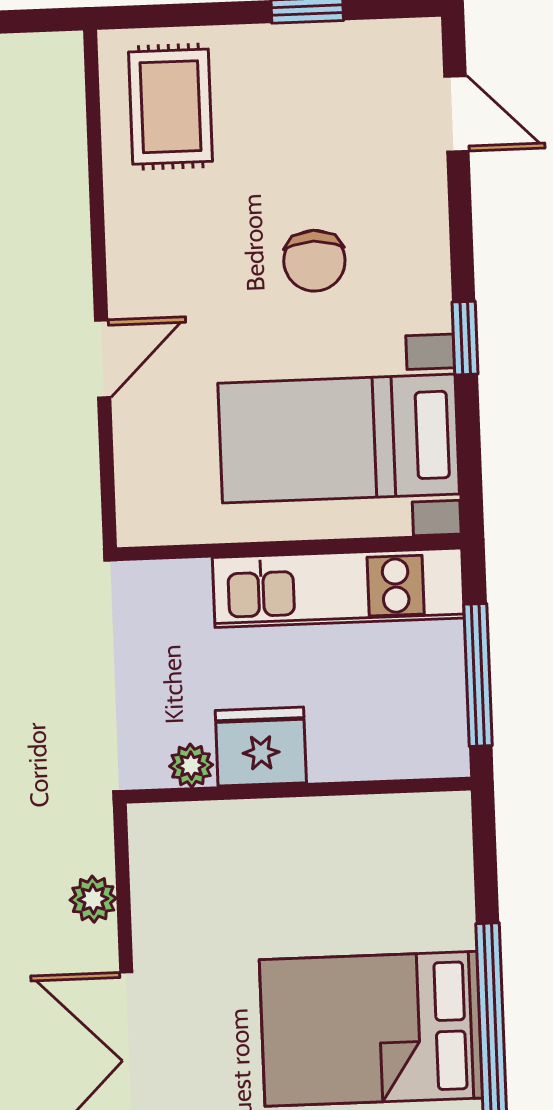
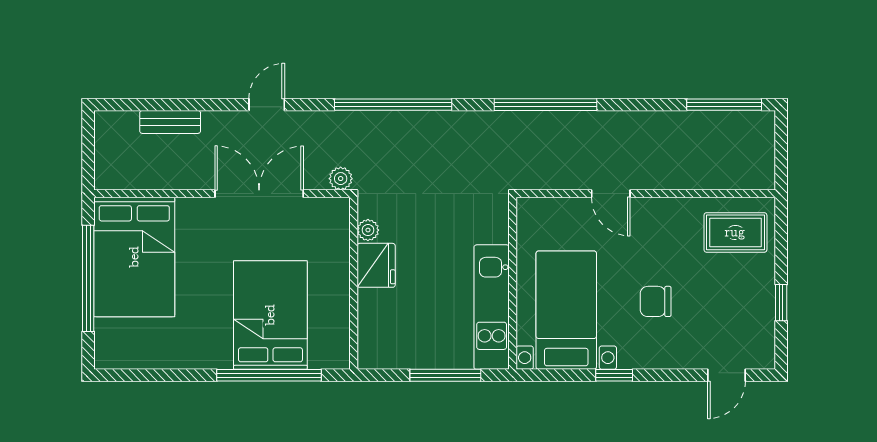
fridge: (261, 747) -> (376, 265), moved
plant: (191, 766) -> (368, 230), moved
wall: (299, 790) -> (354, 283), moved

